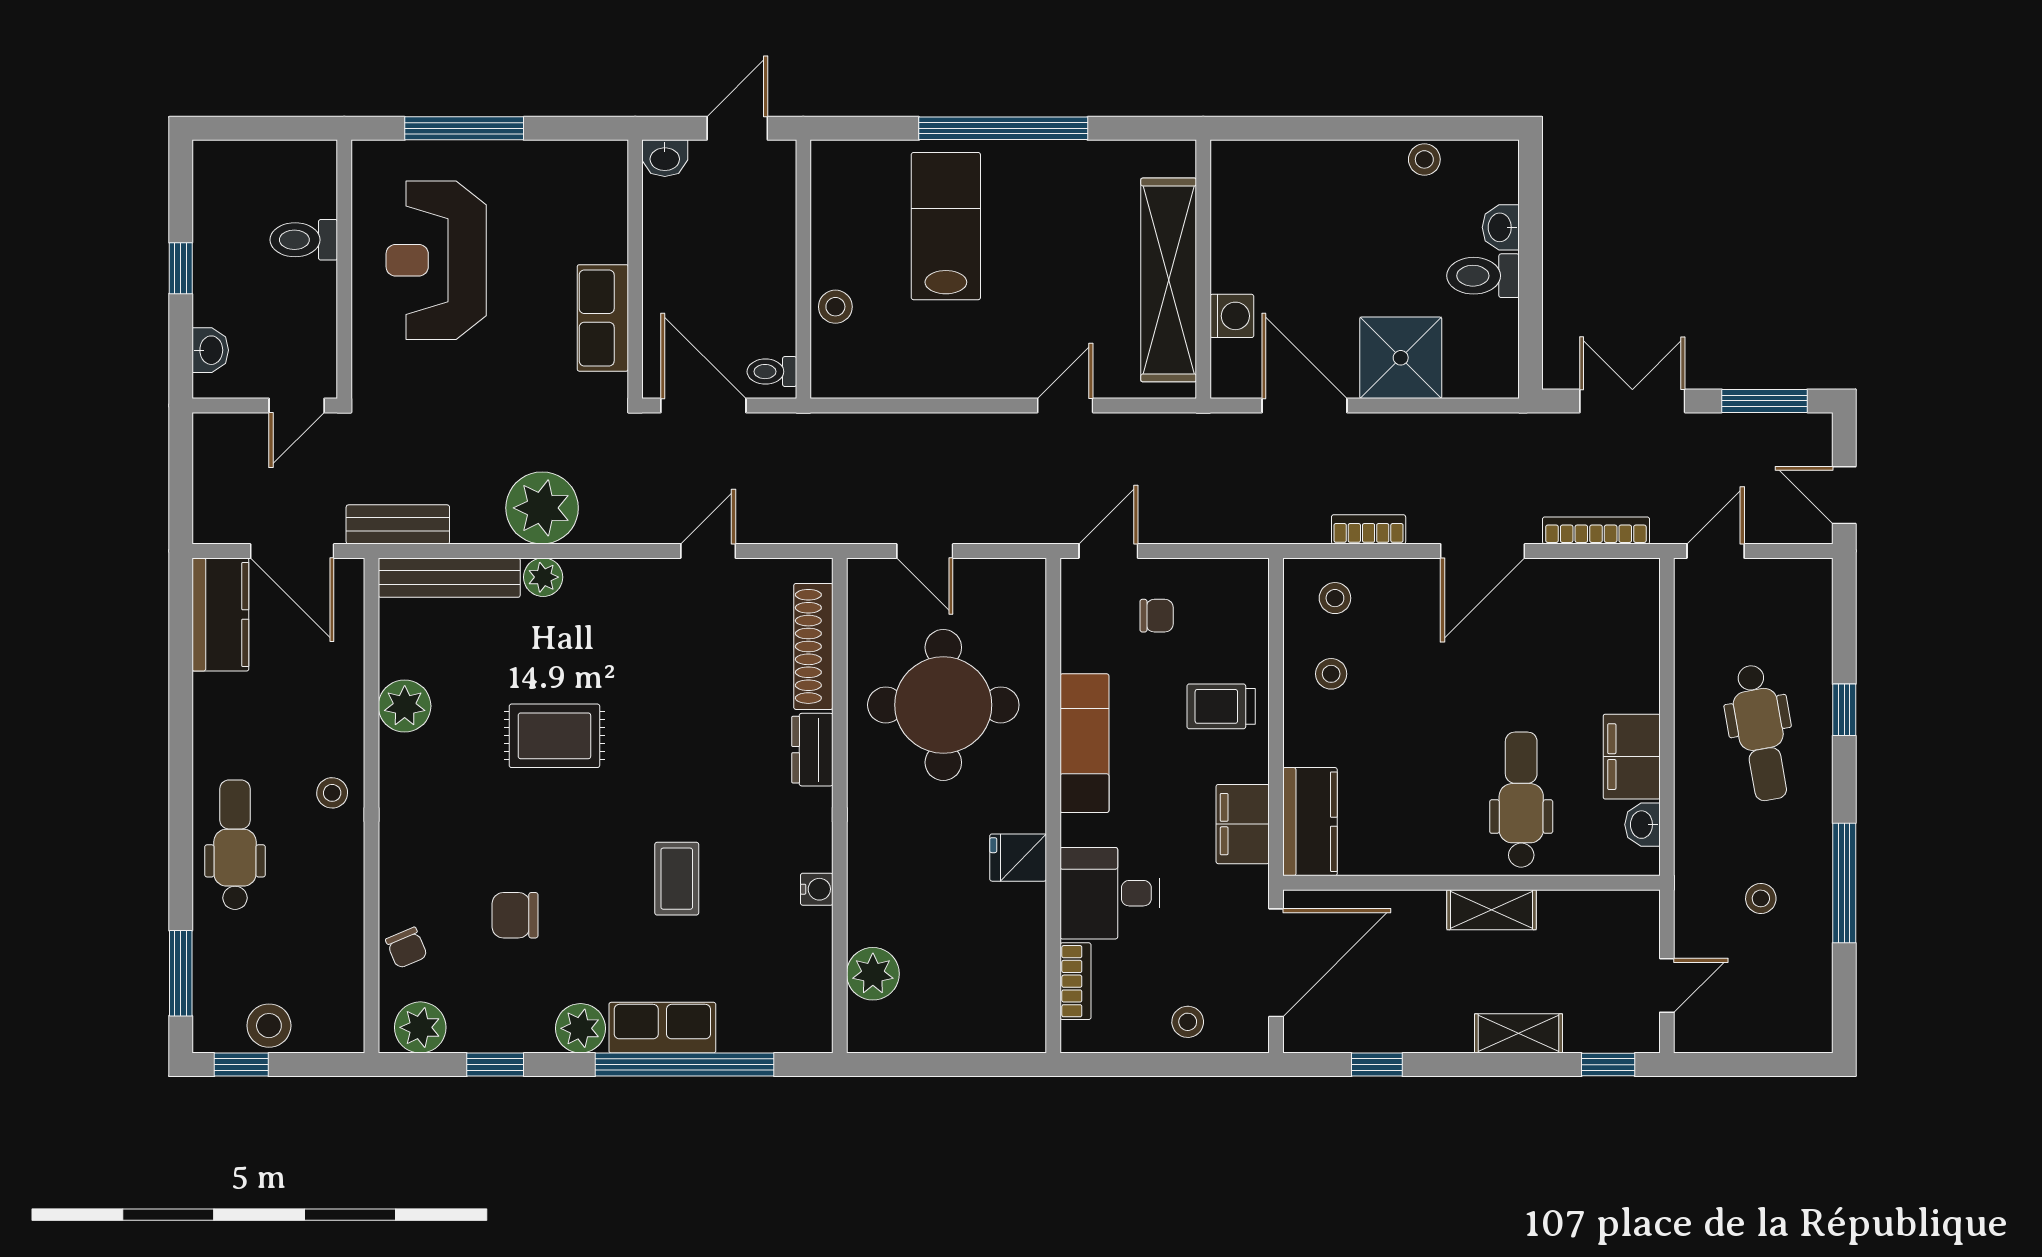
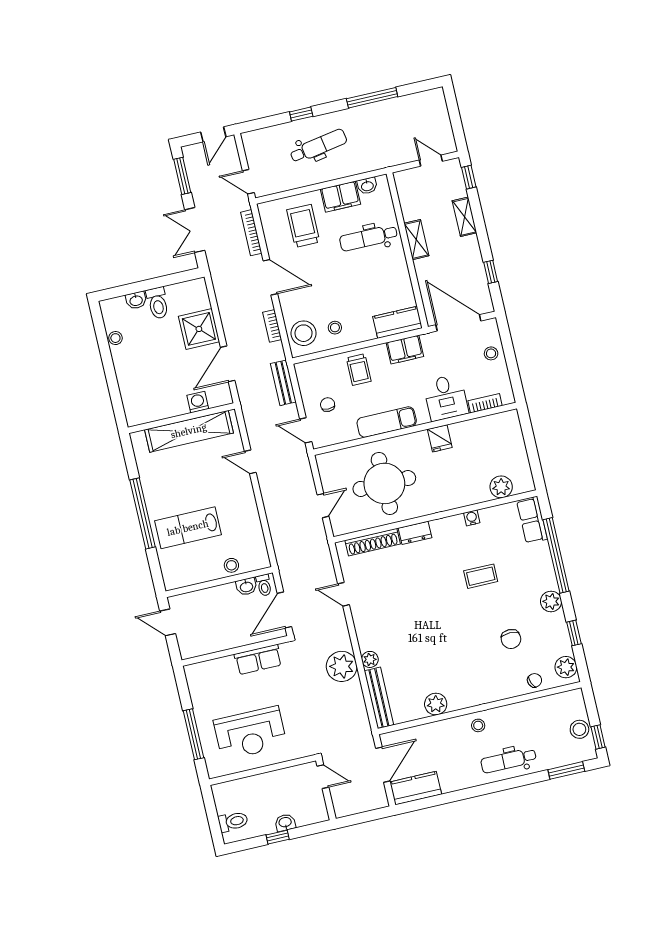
washbasin: (665, 158) -> (246, 587), moved, turned 90
toilet: (304, 240) -> (233, 822), moved, turned -90
washbasin: (210, 350) -> (285, 823), moved
bench: (398, 524) -> (283, 383), moved
stool: (1335, 598) -> (304, 333), width x1.89, depth x1.89
trolley: (1584, 655) -> (303, 226), added
rug: (554, 736) -> (434, 640), removed
stool: (1761, 898) -> (386, 130), removed
row of seats: (662, 1028) -> (532, 520), moved

